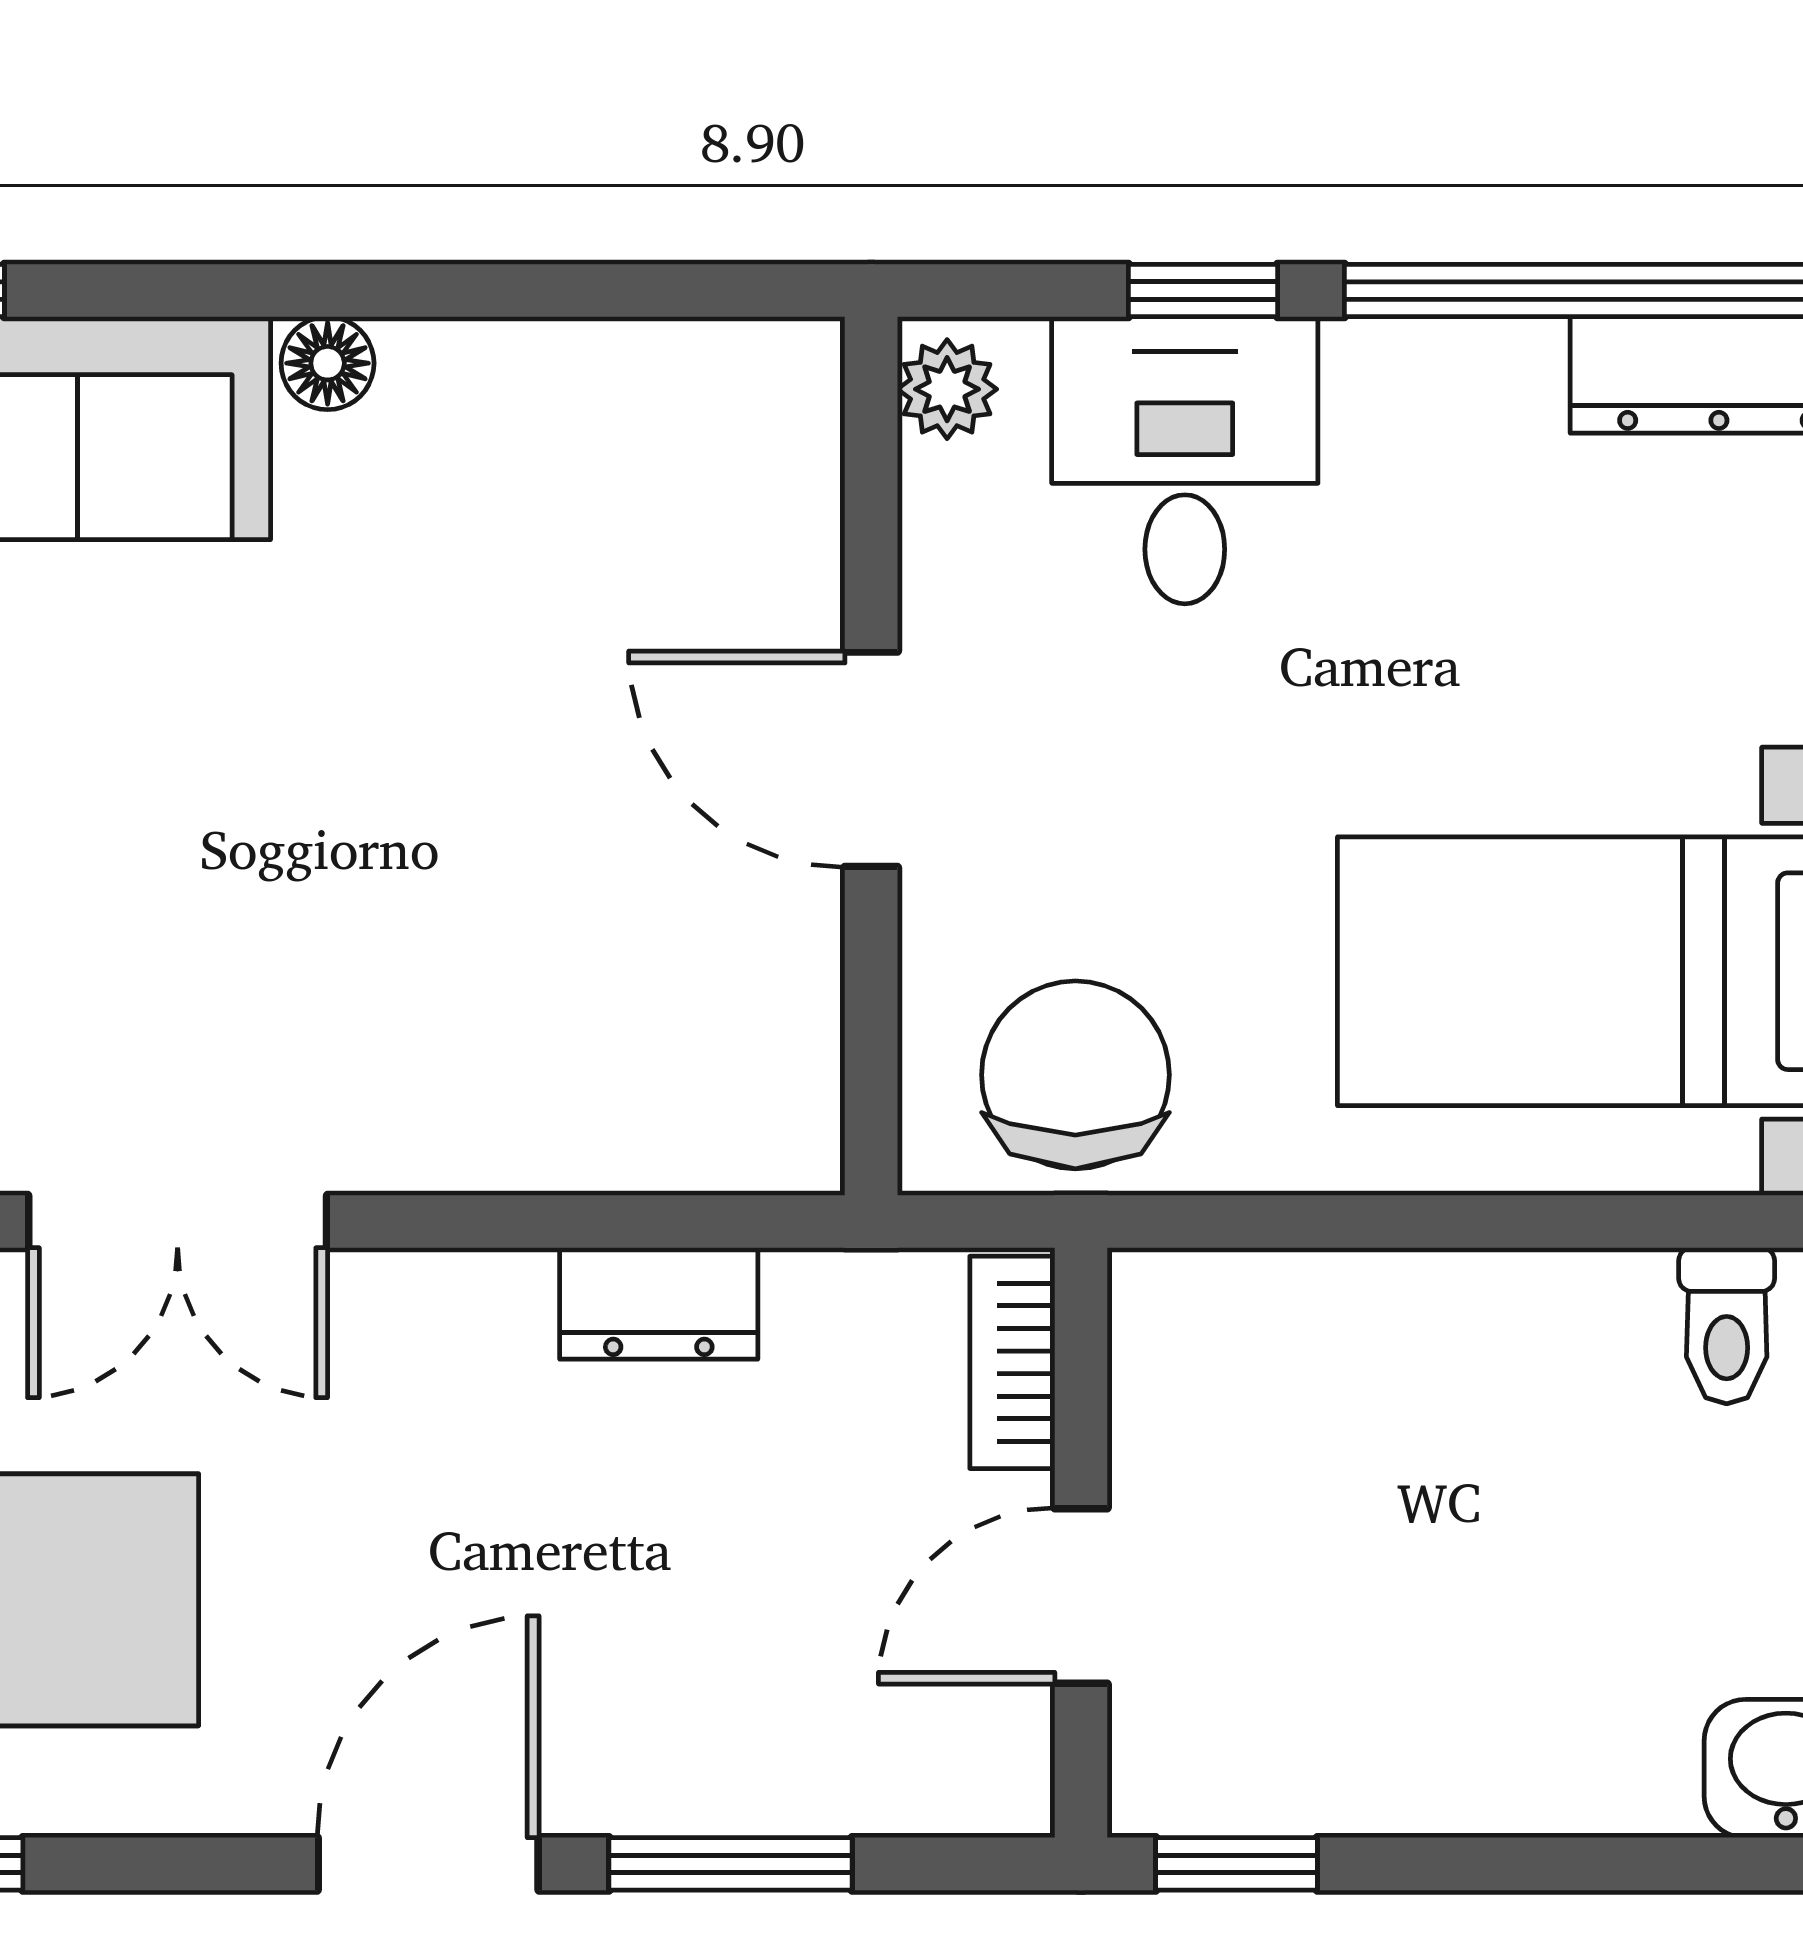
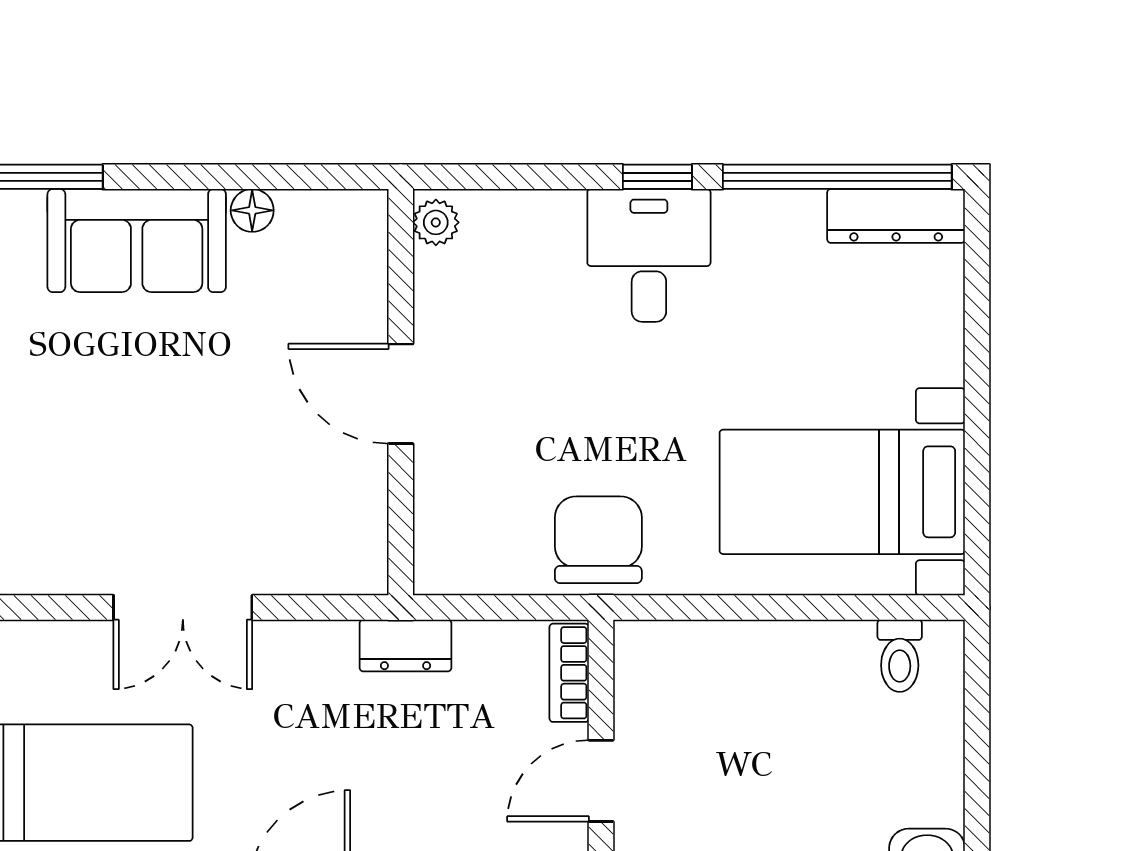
plant: (947, 389) -> (436, 222), moved
wall: (871, 756) -> (401, 392), moved
door: (871, 759) -> (401, 394), moved

